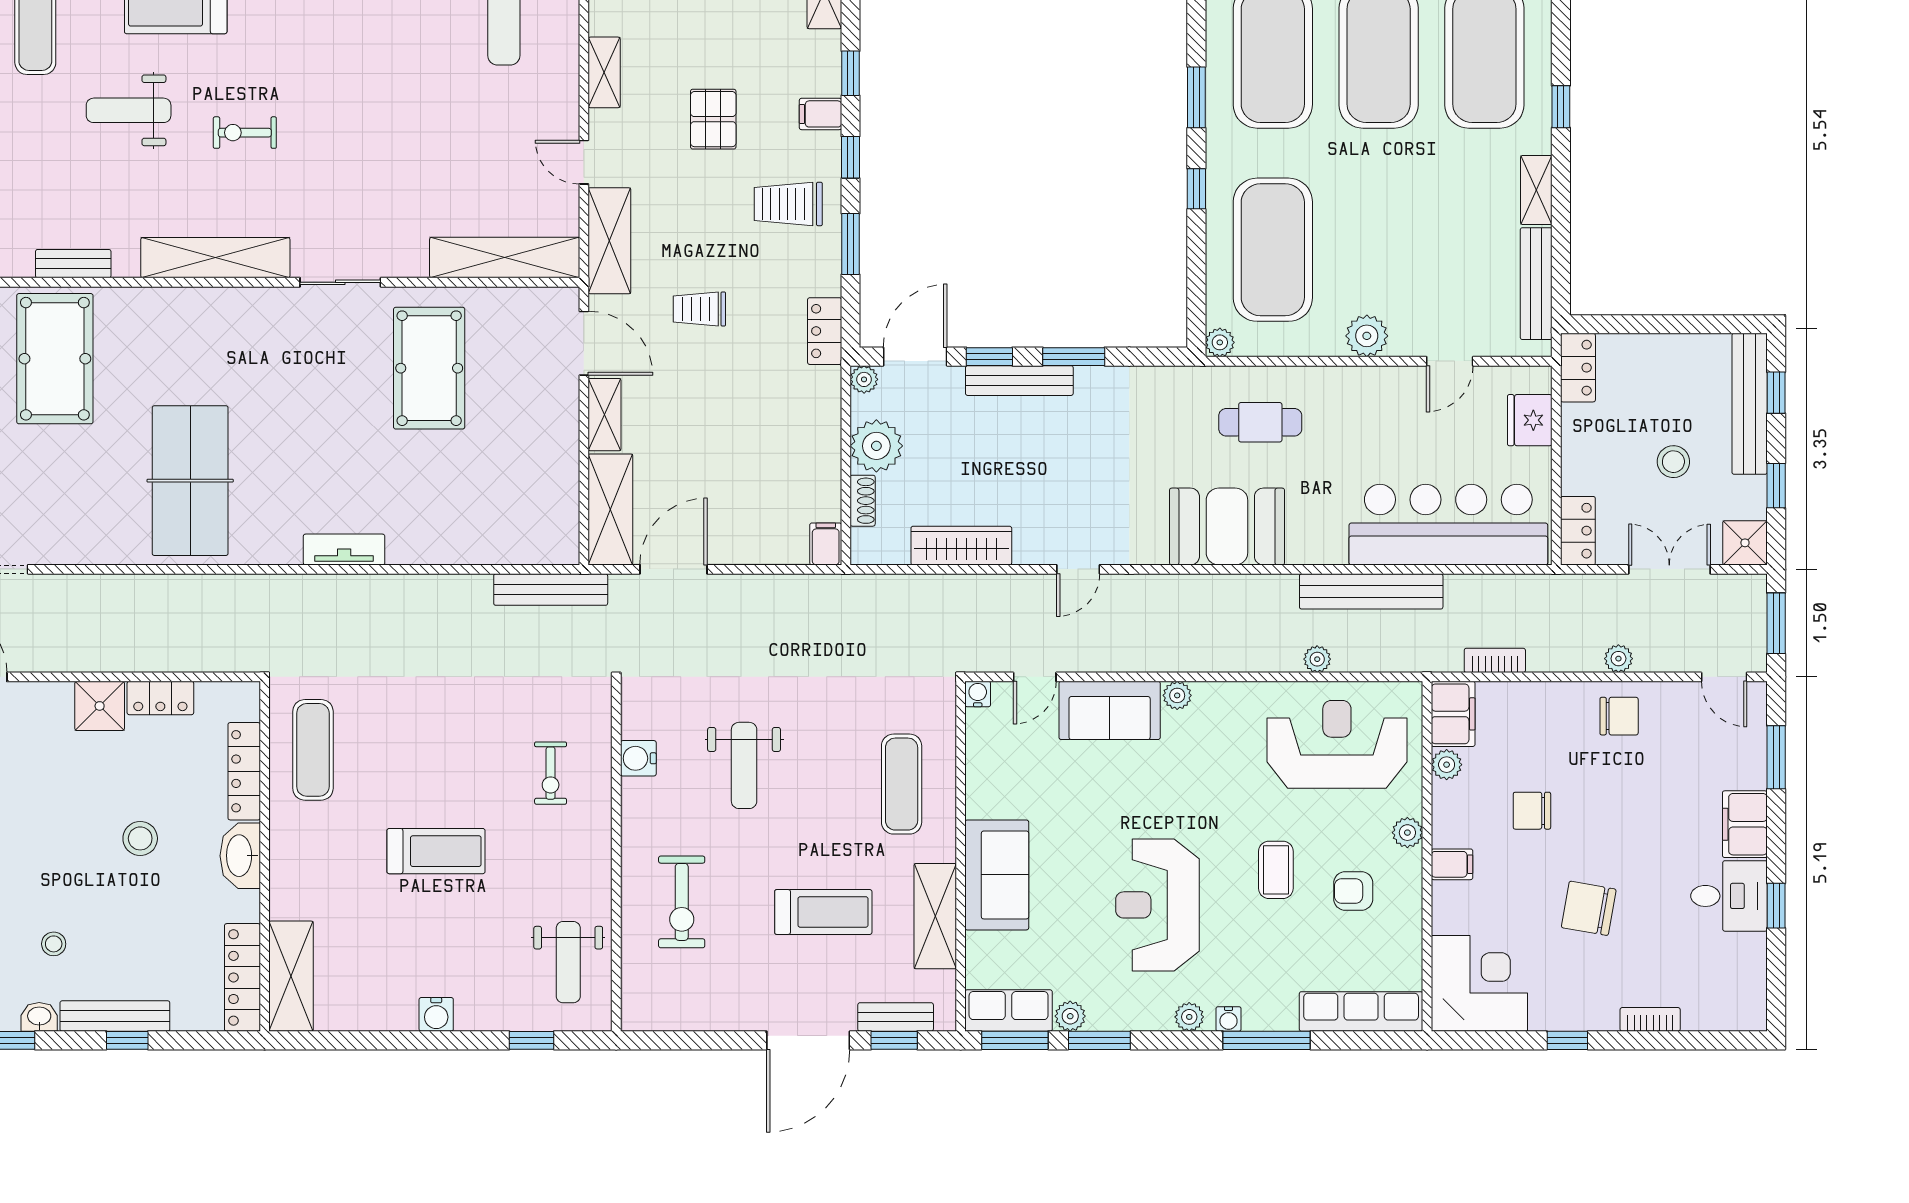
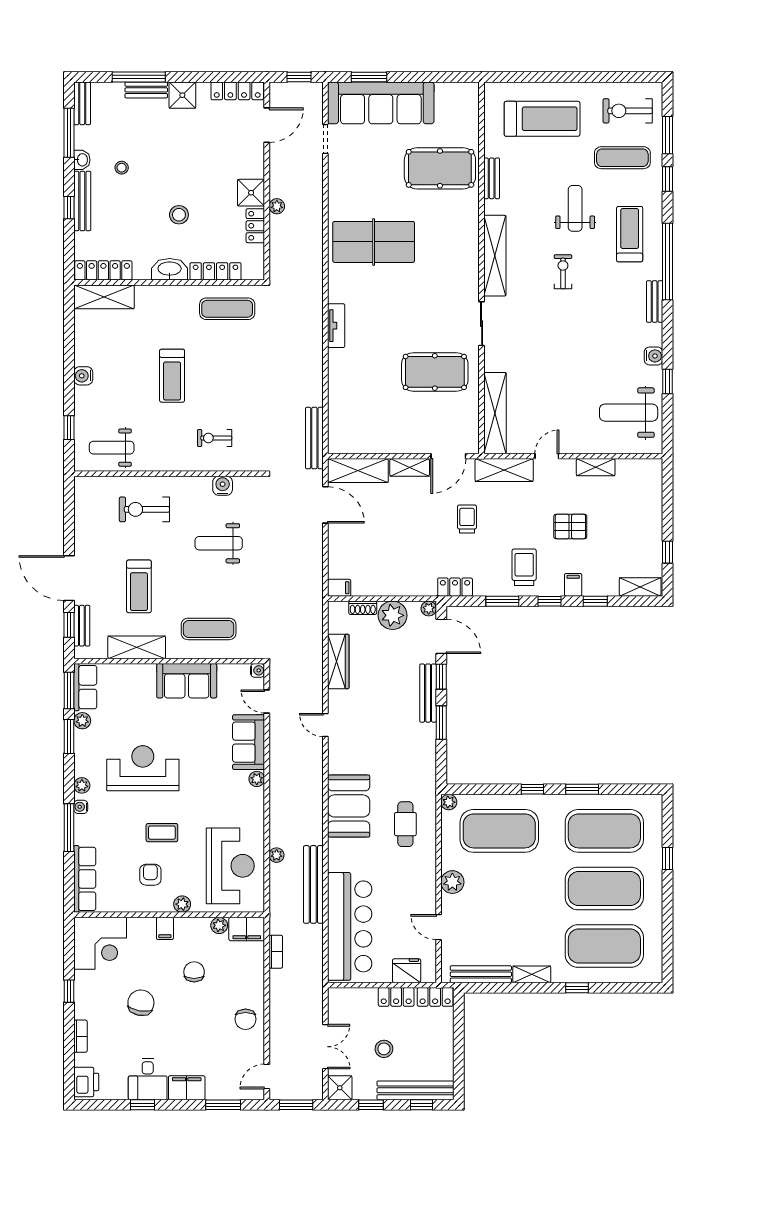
locker: (1578, 531) -> (396, 997), moved
plant: (1618, 659) -> (277, 206), moved
sofa: (997, 875) -> (187, 681), moved
printer: (1734, 1009) -> (86, 1082), added

